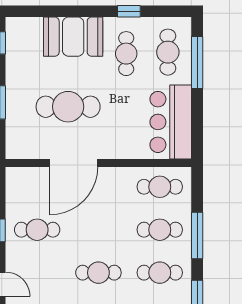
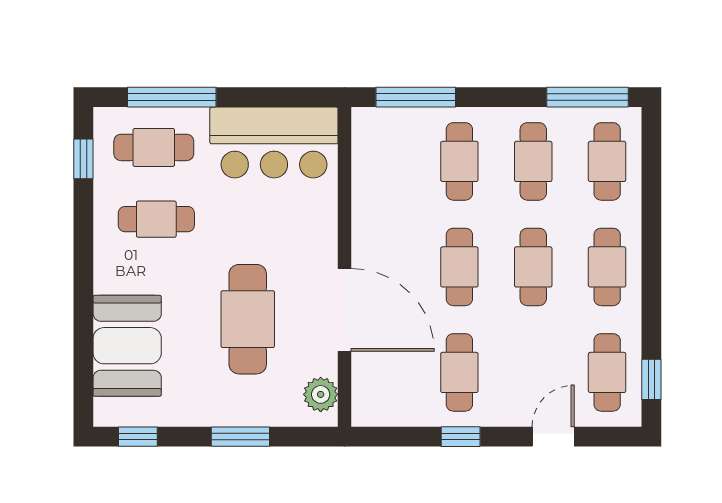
window: (129, 11) -> (83, 159), moved
booth: (73, 37) -> (127, 346), moved
plant: (24, 149) -> (321, 394), added
cafe table: (160, 187) -> (459, 267), moved
window: (197, 236) -> (416, 97), moved

